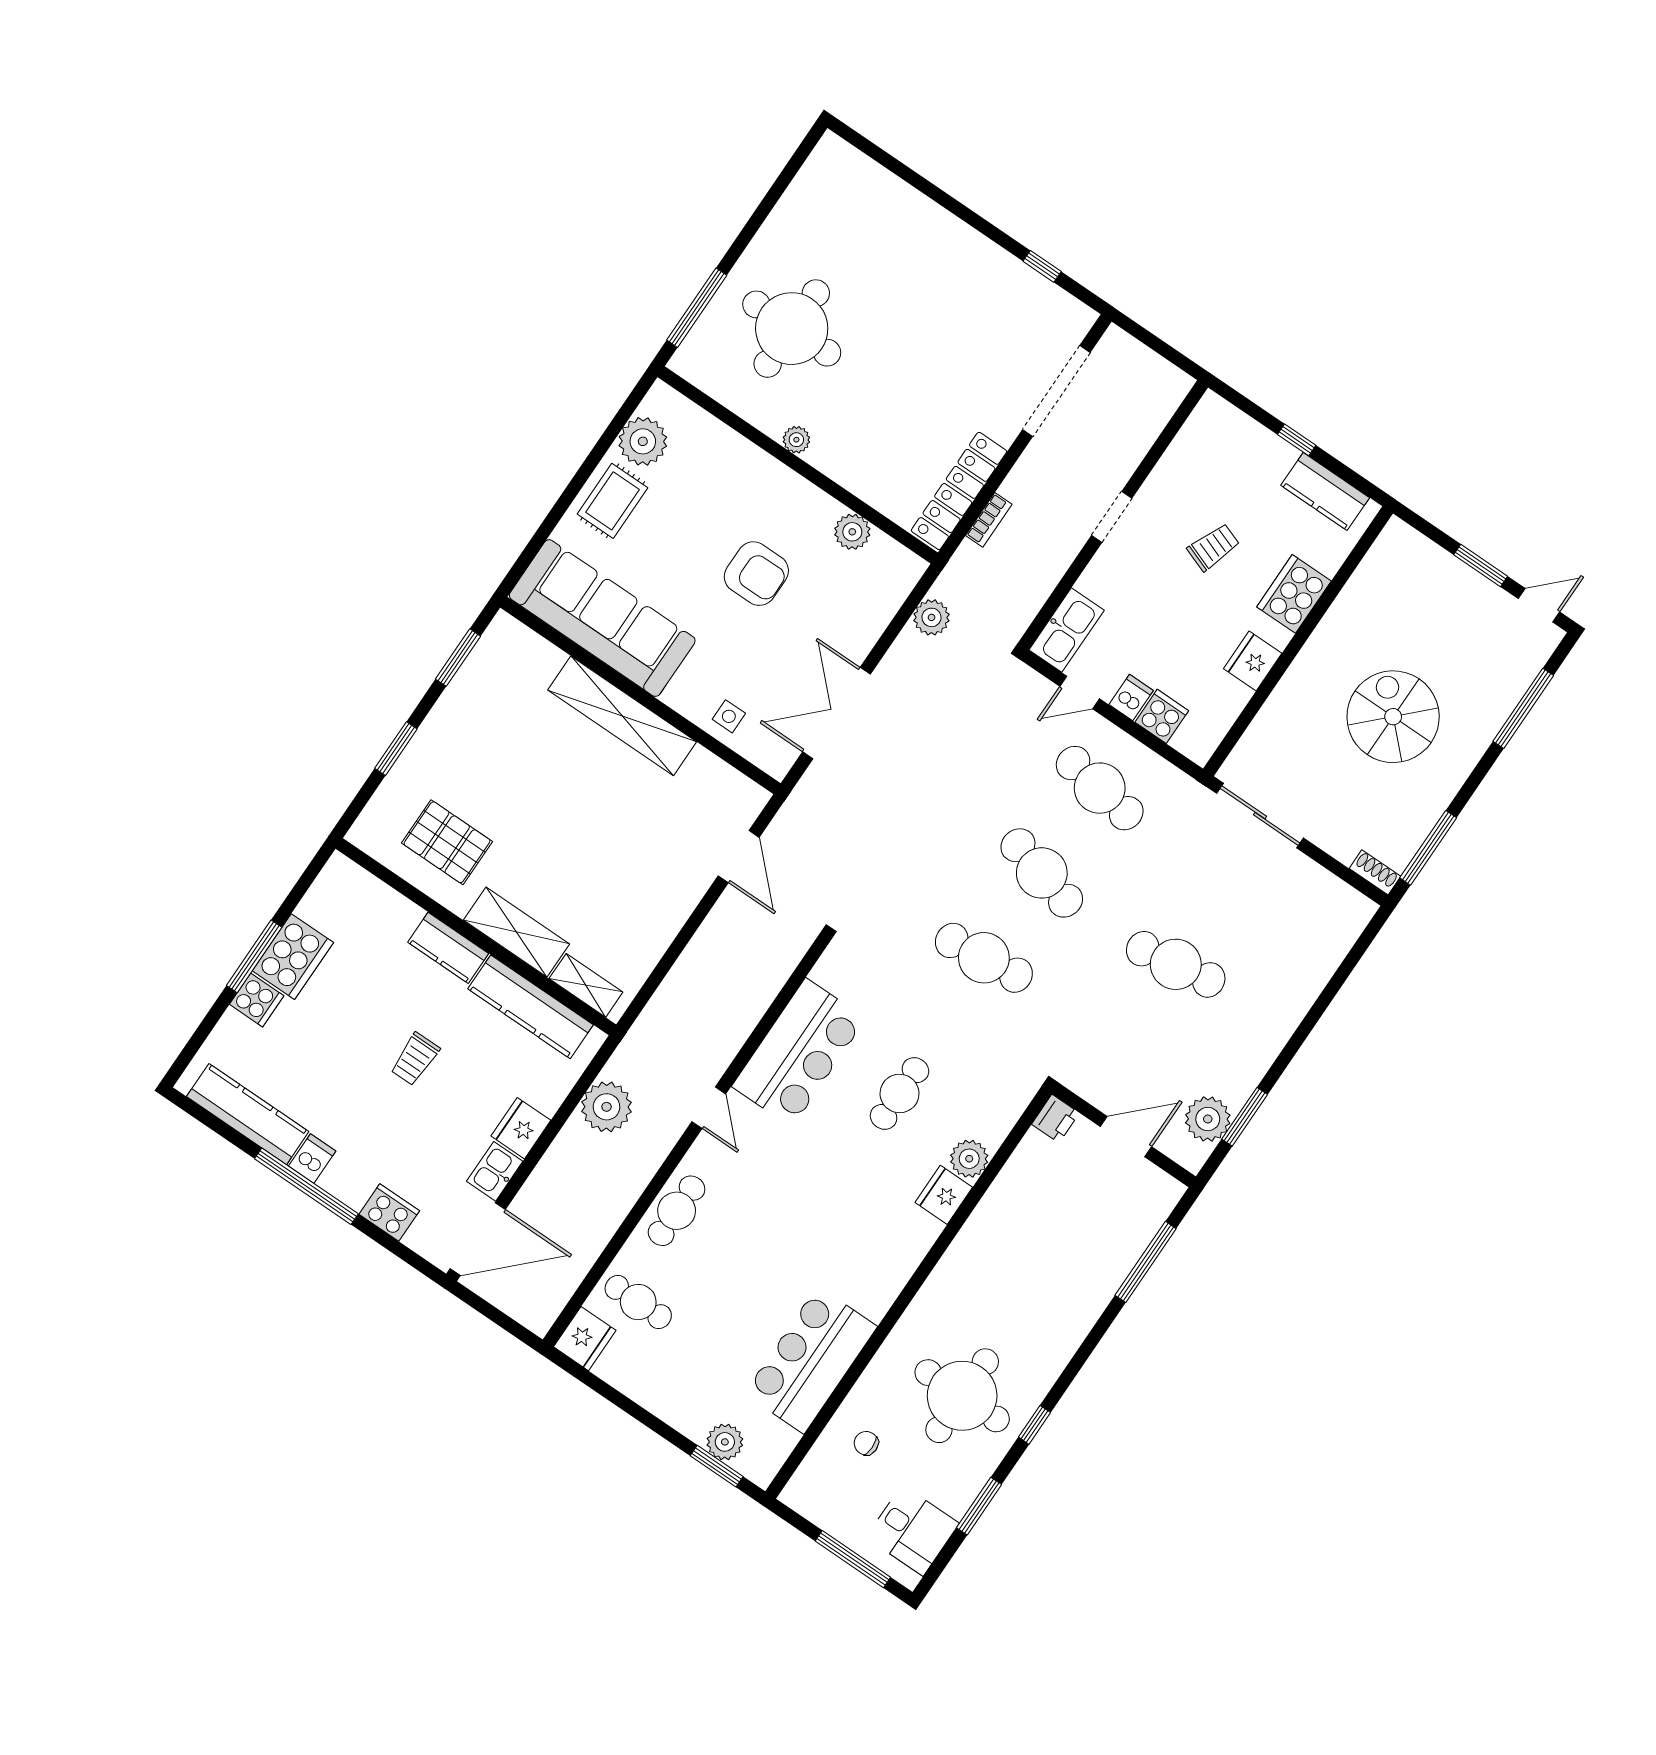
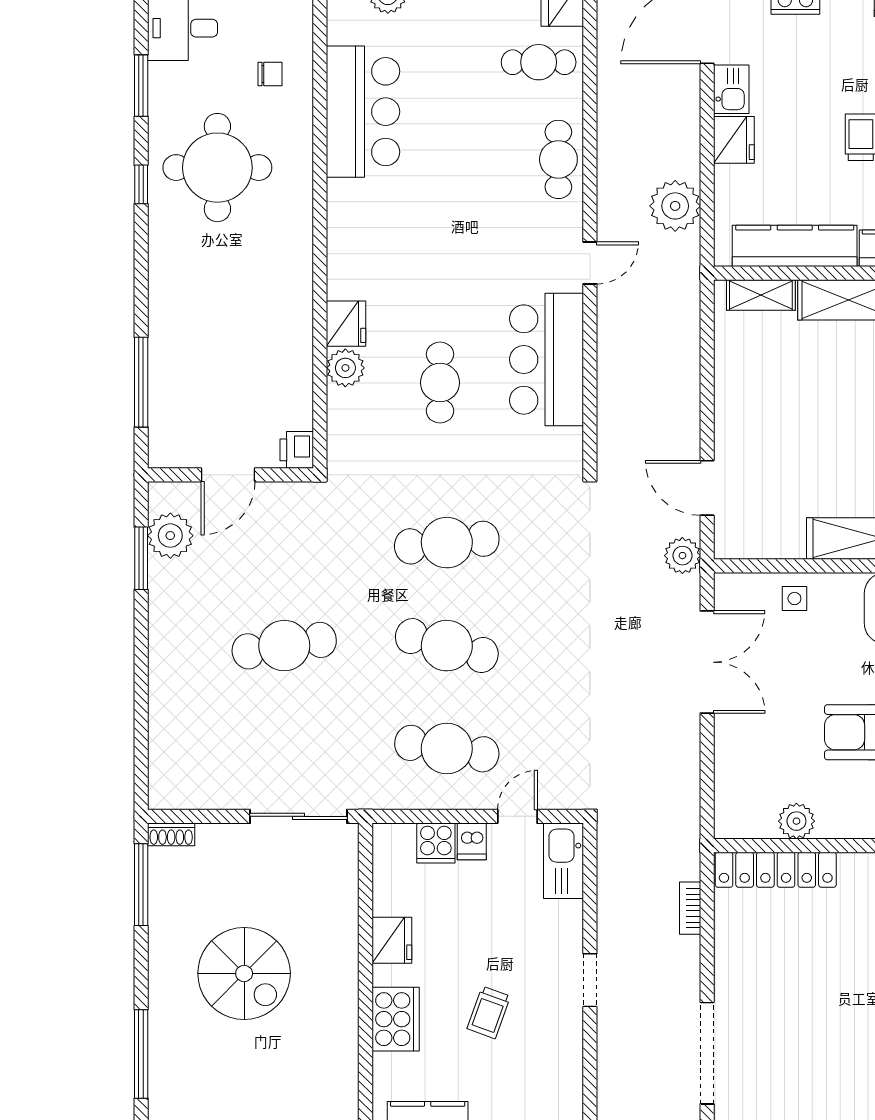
locker: (959, 491) -> (776, 870), moved, turned 90
plant: (932, 617) -> (682, 556), moved
door: (709, 1108) -> (590, 263), swing flipped

